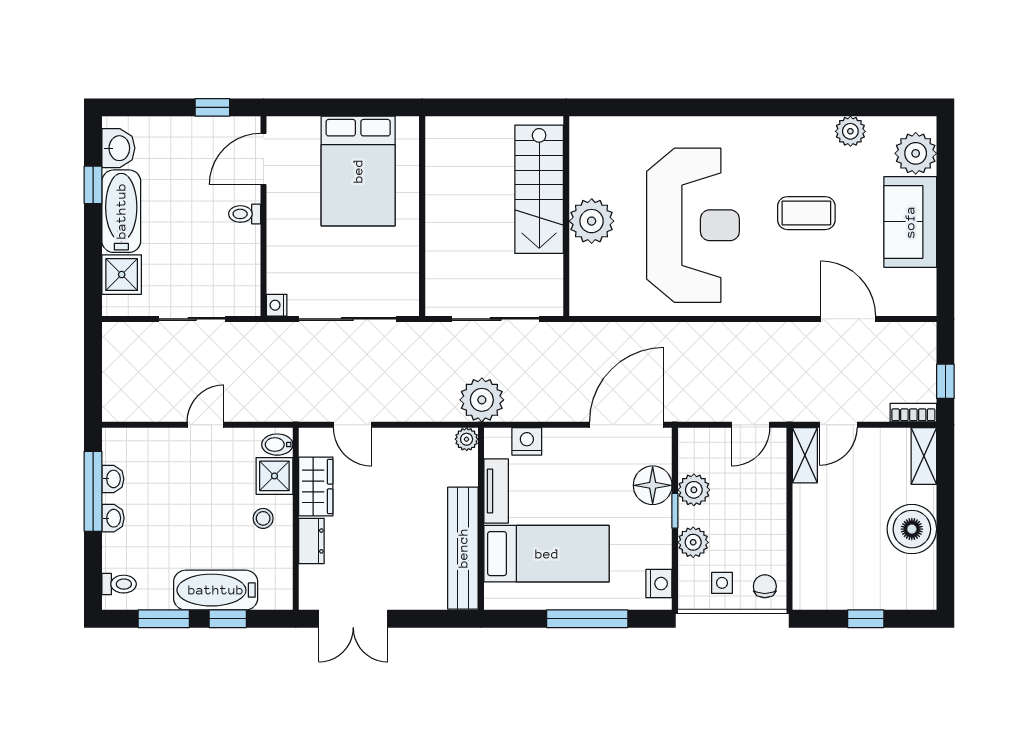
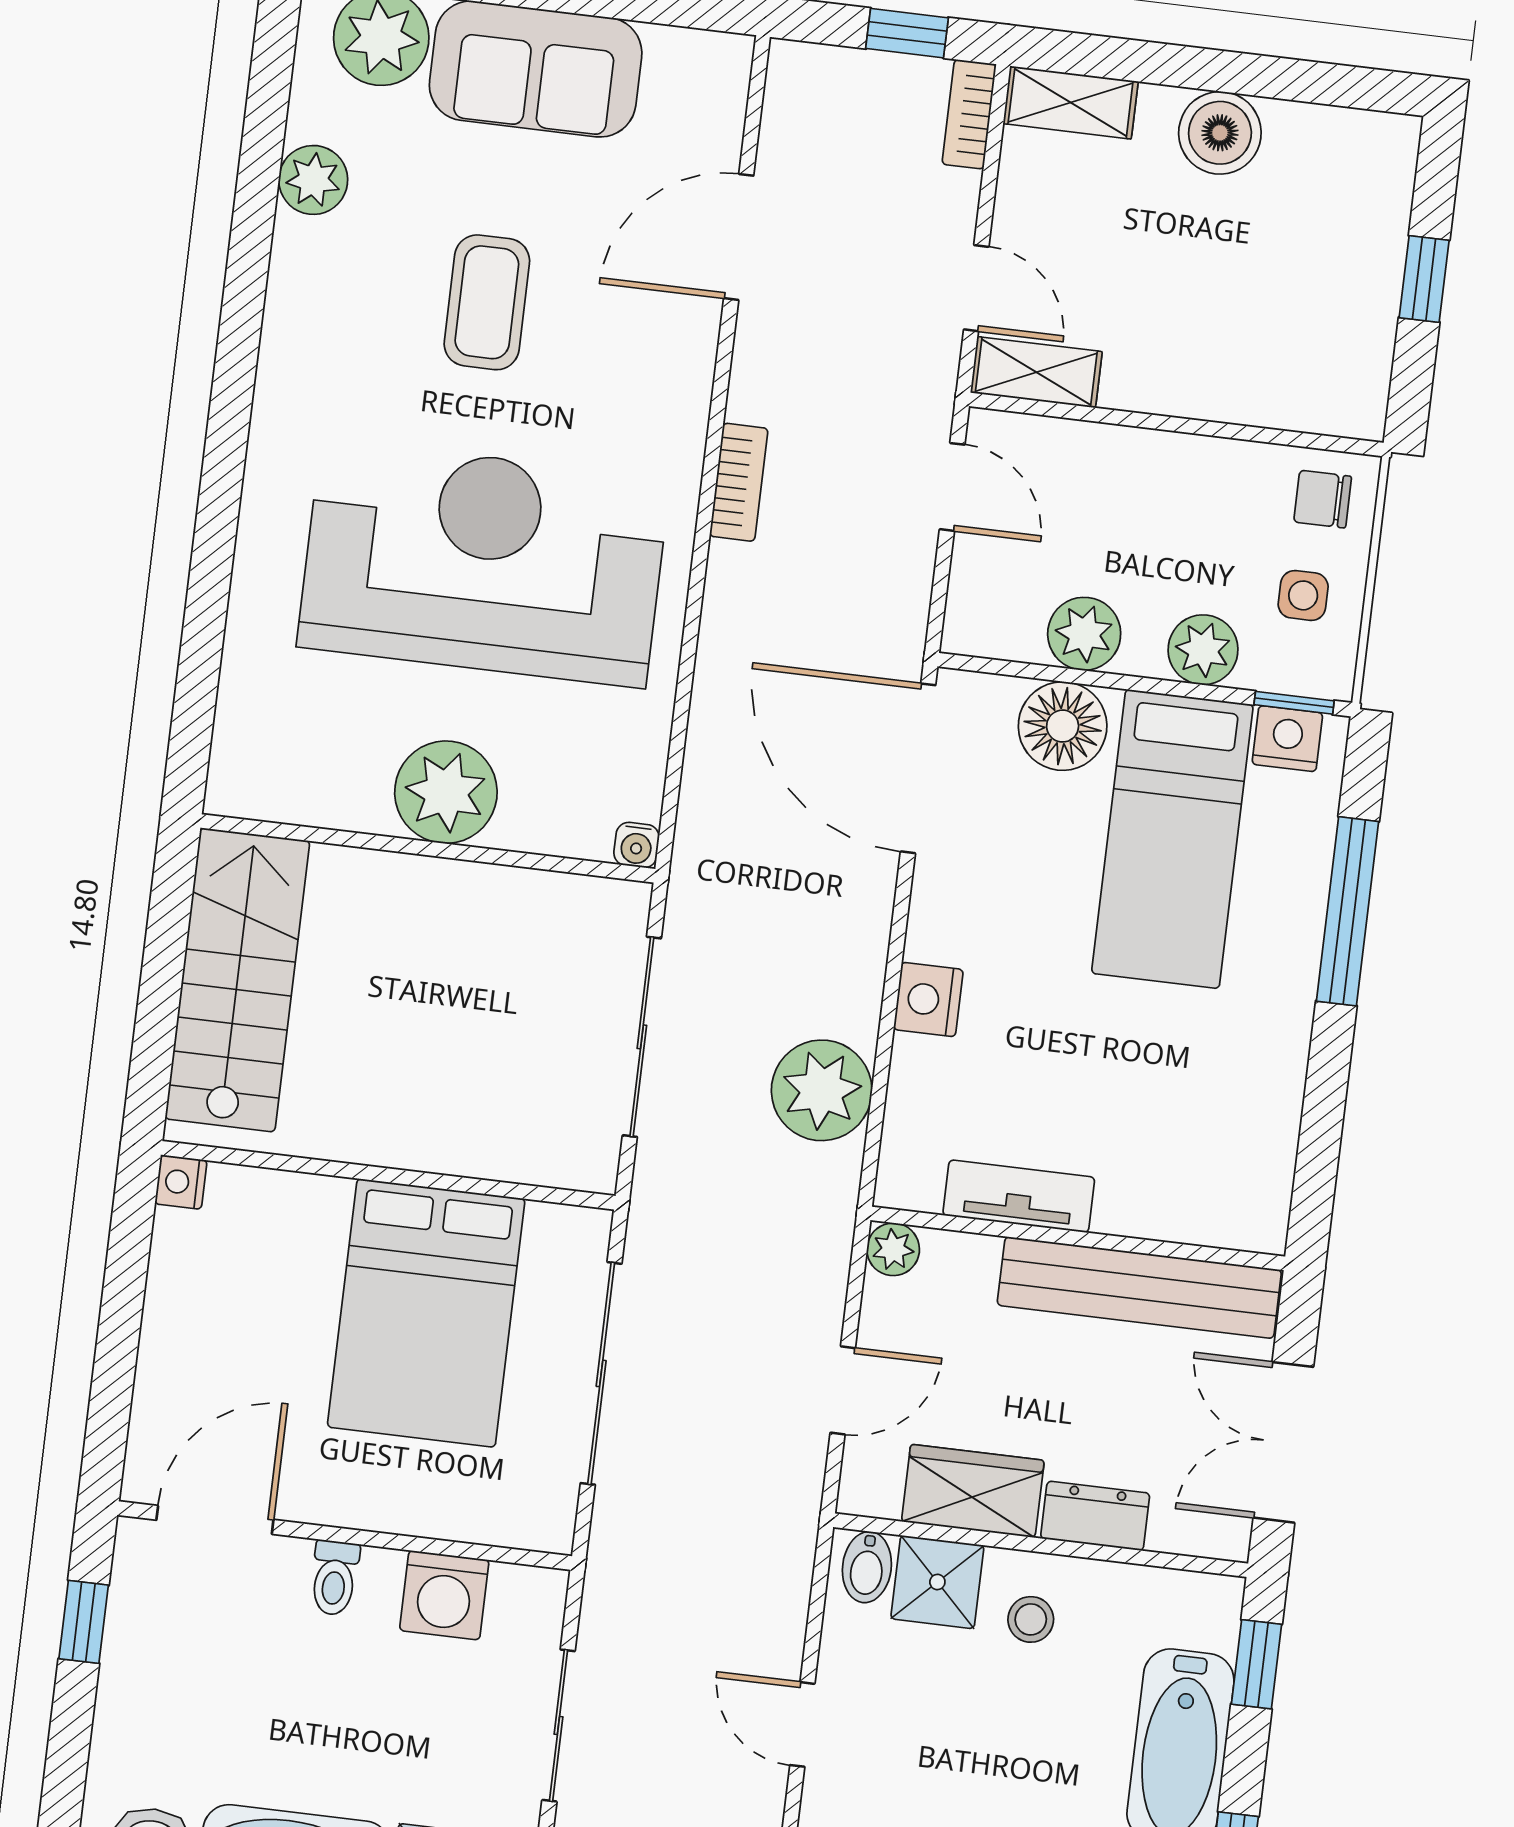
door: (263, 159) -> (215, 1520), swing flipped
bed: (358, 171) -> (426, 1313), moved, turned 90
stairs: (539, 189) -> (237, 980), moved, turned -90
washing machine: (243, 263) -> (444, 1595), added
nightstand: (277, 305) -> (181, 1182), moved, turned 90
water cooler: (579, 307) -> (636, 845), added
bookcase: (741, 332) -> (739, 482), added
plant: (467, 439) -> (893, 1249), moved
tv unit: (496, 491) -> (1019, 1196), moved
window: (675, 511) -> (1294, 703), moved
wall: (481, 519) -> (1078, 1238), moved
boiler: (912, 529) -> (1220, 133), width x0.73, depth x0.73
bench: (463, 548) -> (1139, 1288), moved
bed: (547, 554) -> (1172, 839), moved, turned 180
window: (228, 619) -> (1256, 1664), moved
double door: (353, 619) -> (1283, 1442), swing flipped

